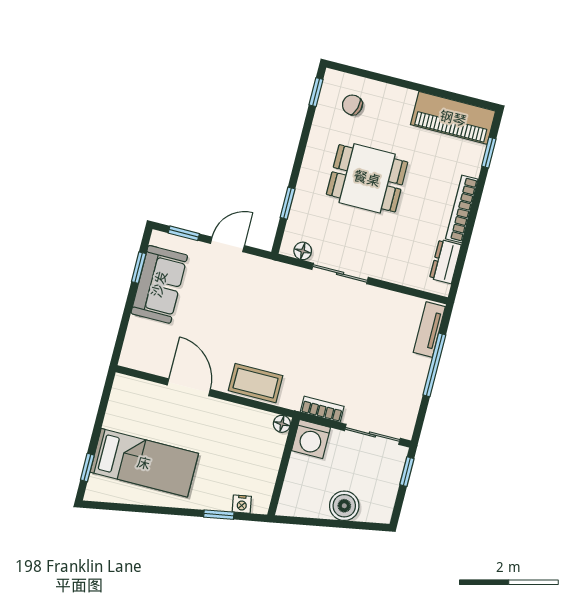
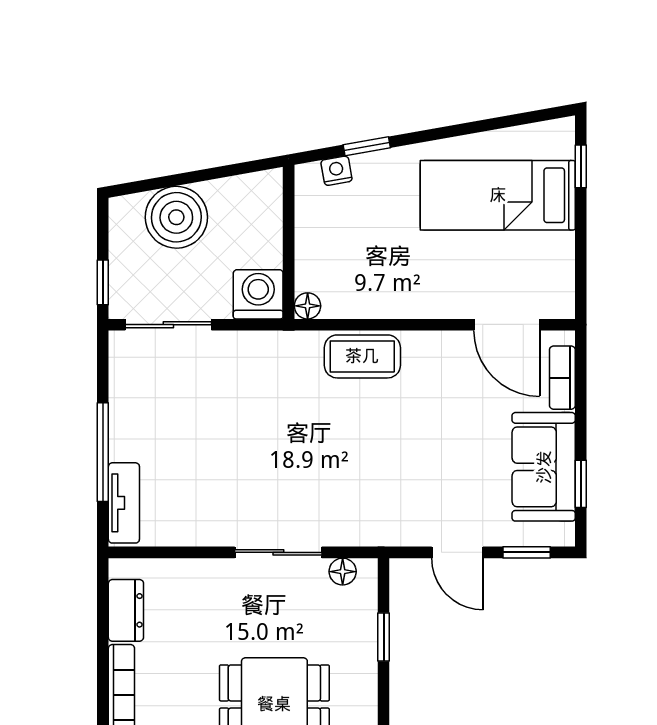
door: (227, 244) -> (457, 552), hinge flipped
door: (189, 387) -> (507, 325), moved
bookcase: (322, 409) -> (562, 378), moved, turned 90
boiler: (344, 506) -> (176, 217), width x1.37, depth x1.37

